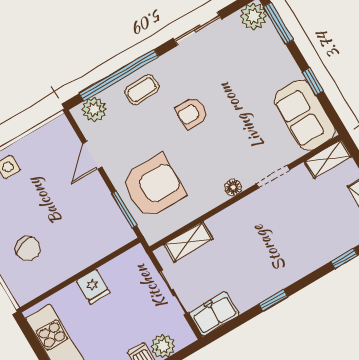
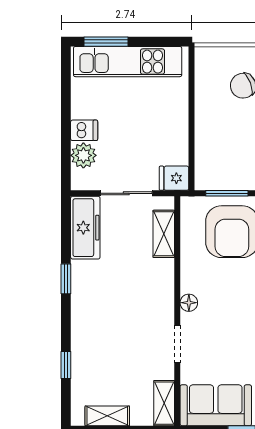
fridge: (93, 287) -> (174, 178), moved
freezer: (214, 314) -> (85, 228), width x1.40

